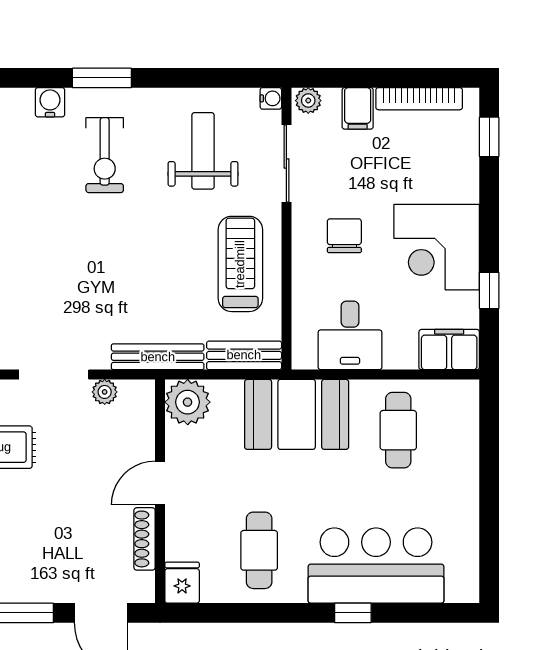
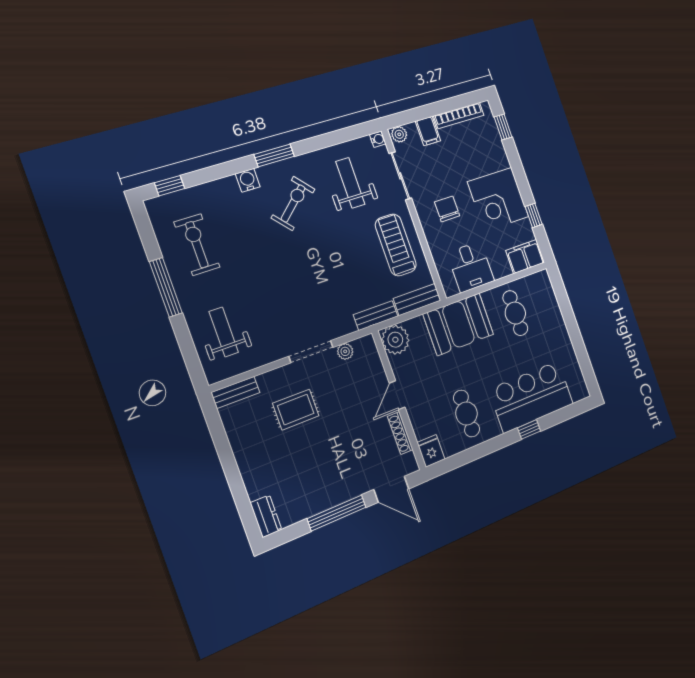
exercise bike: (105, 155) -> (293, 203), turned -132
bench: (158, 357) -> (376, 316), width x0.73

